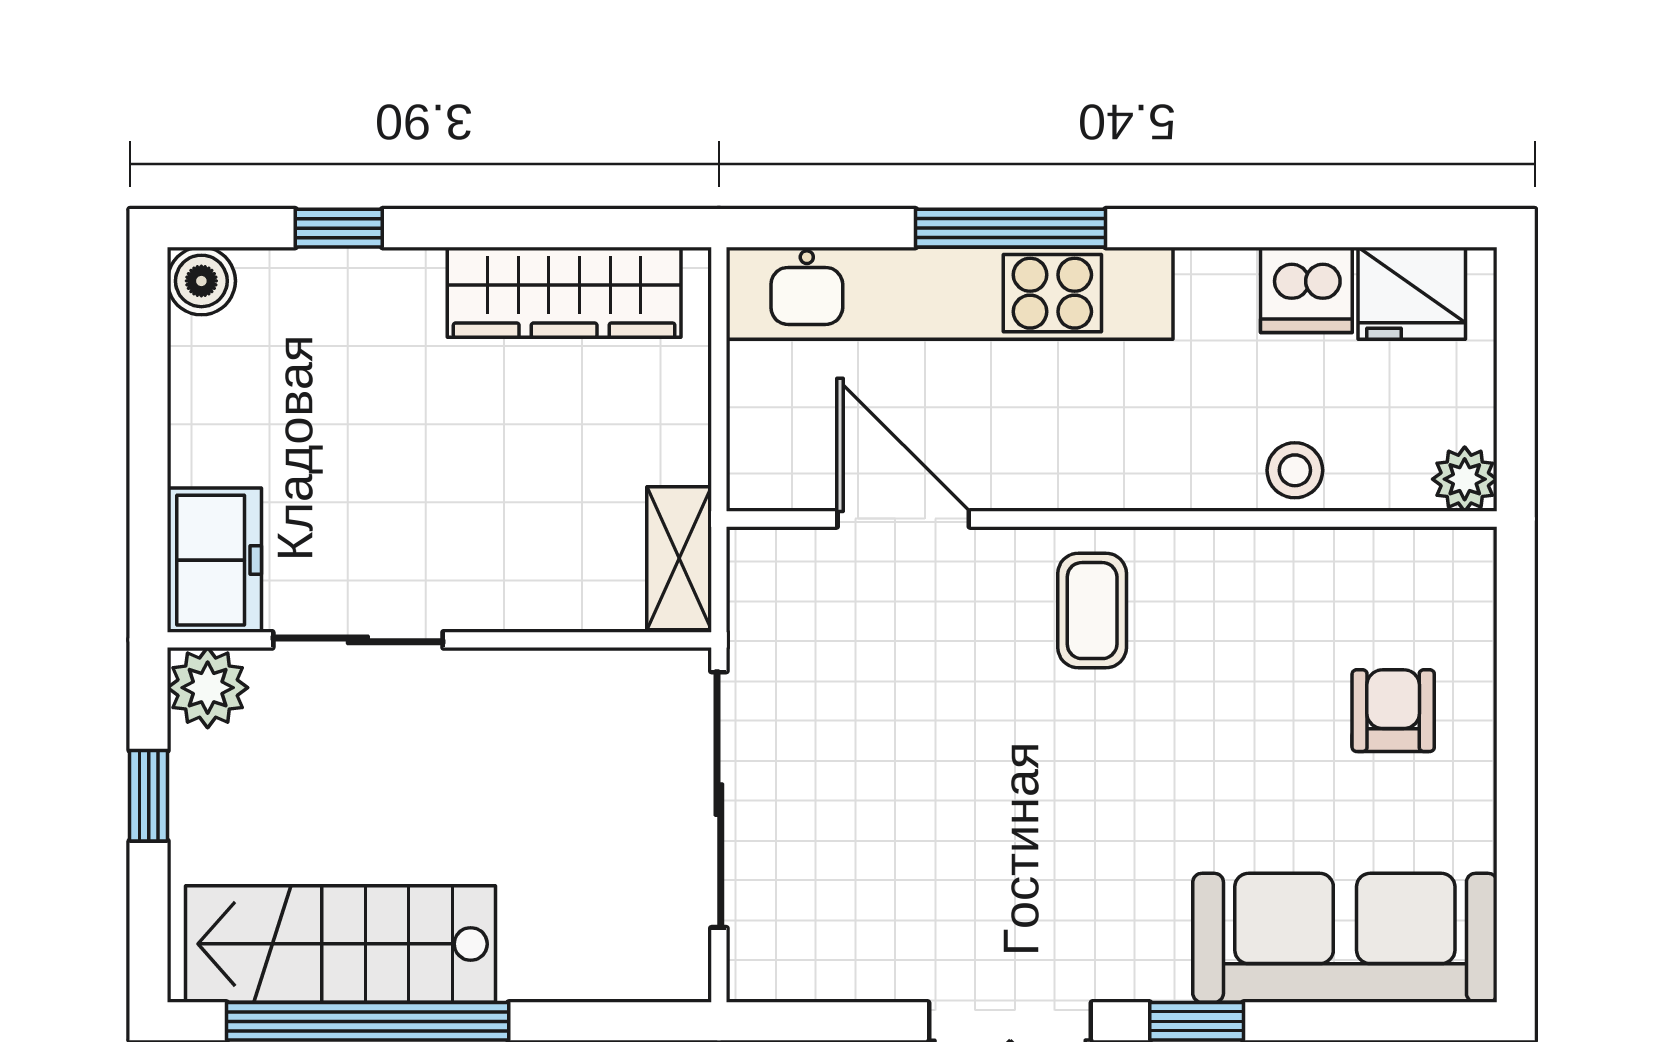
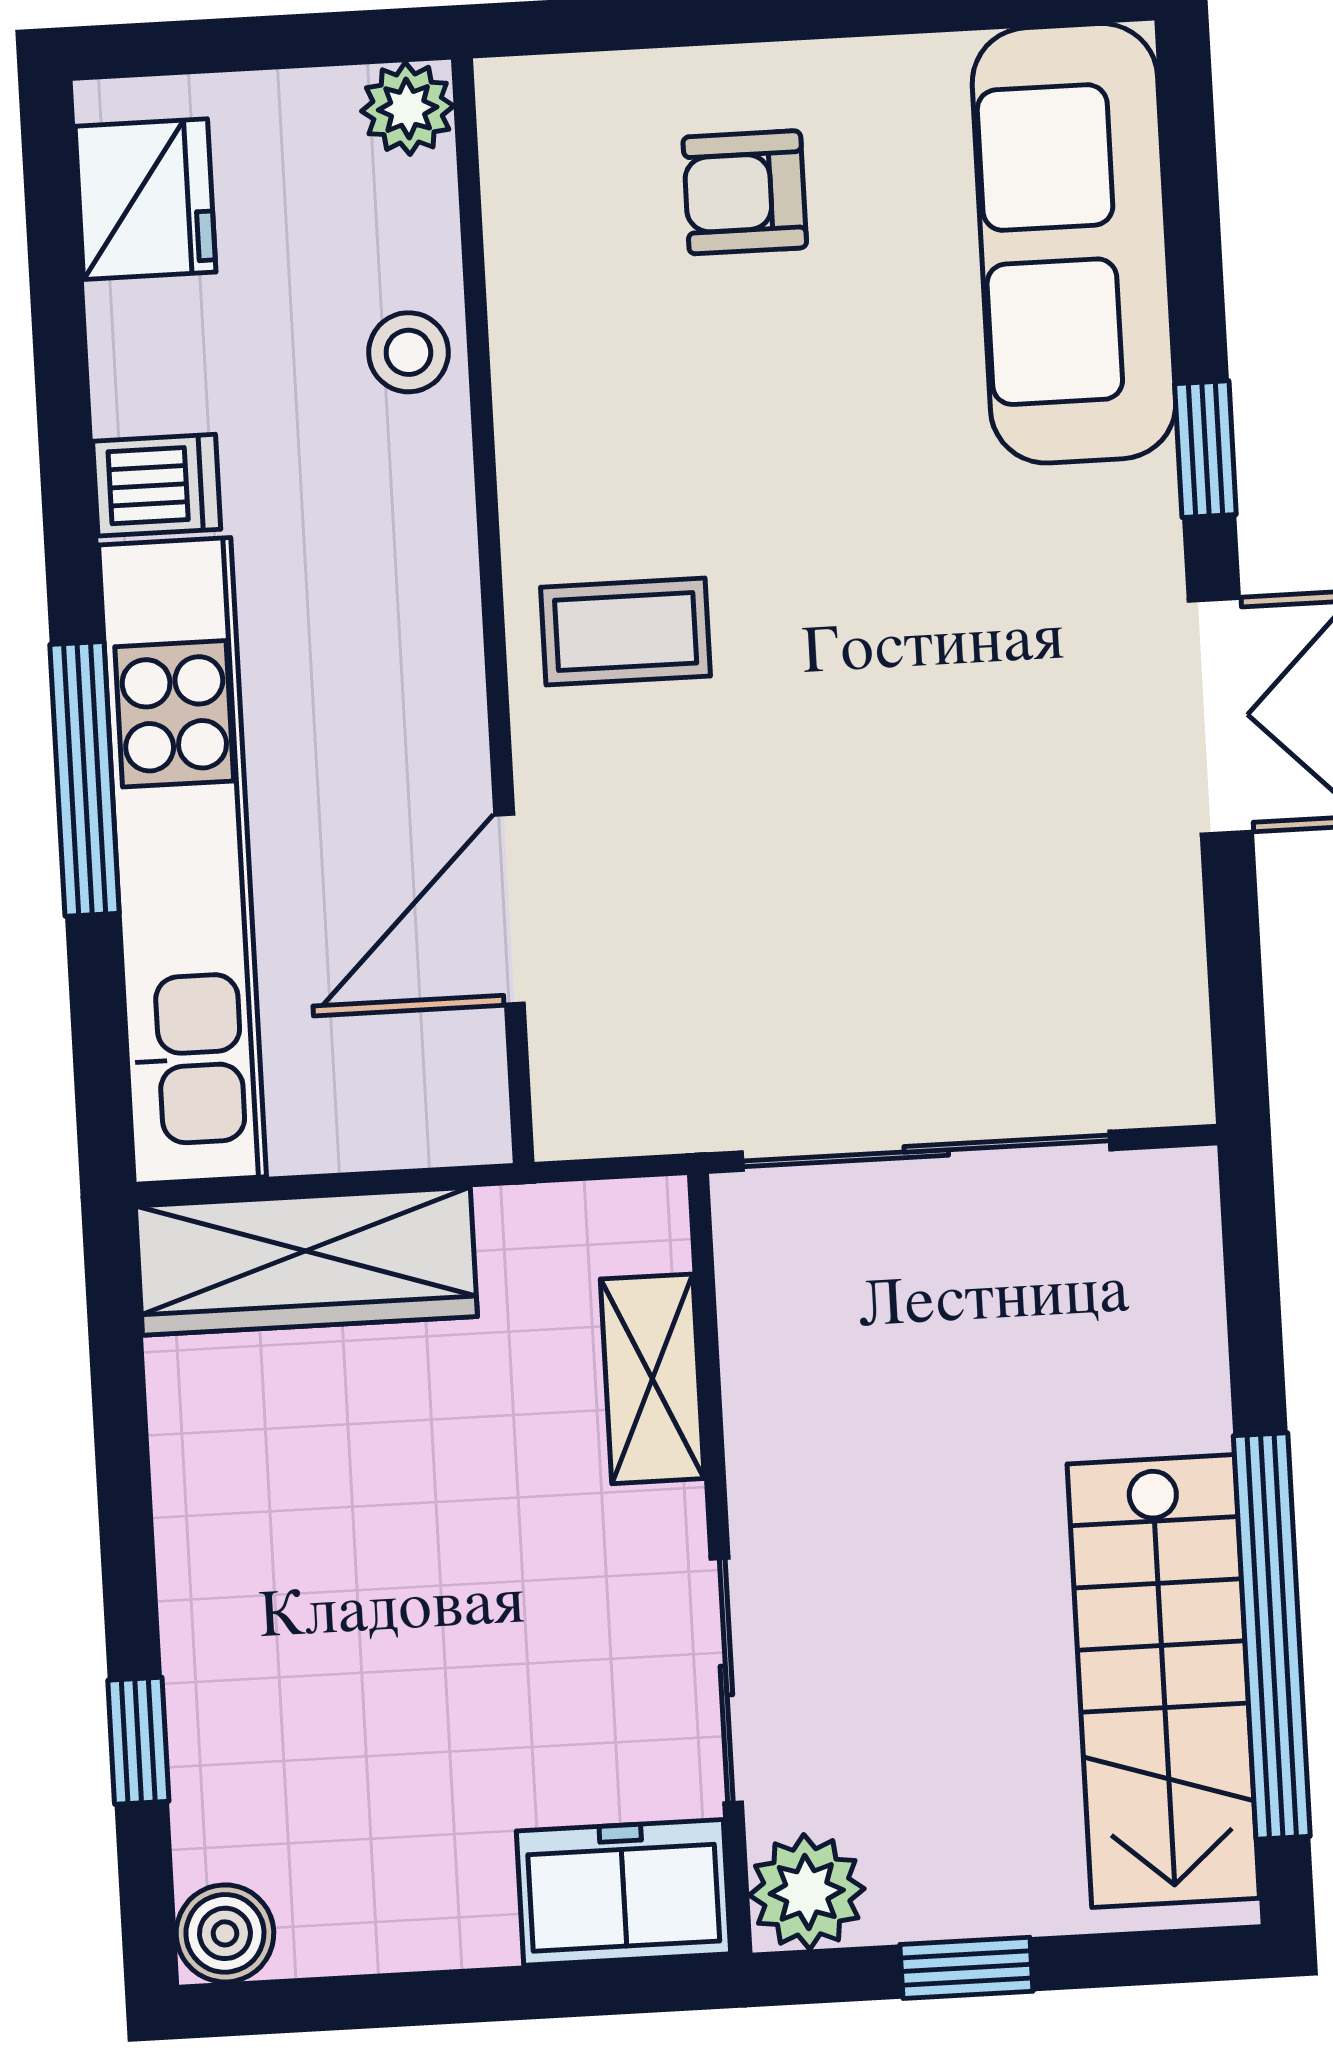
dishwasher: (1306, 290) -> (157, 485), moved, width x0.73
wardrobe: (564, 292) -> (306, 1261), moved, turned 90
shelving: (679, 558) -> (652, 1379), moved, turned 90

